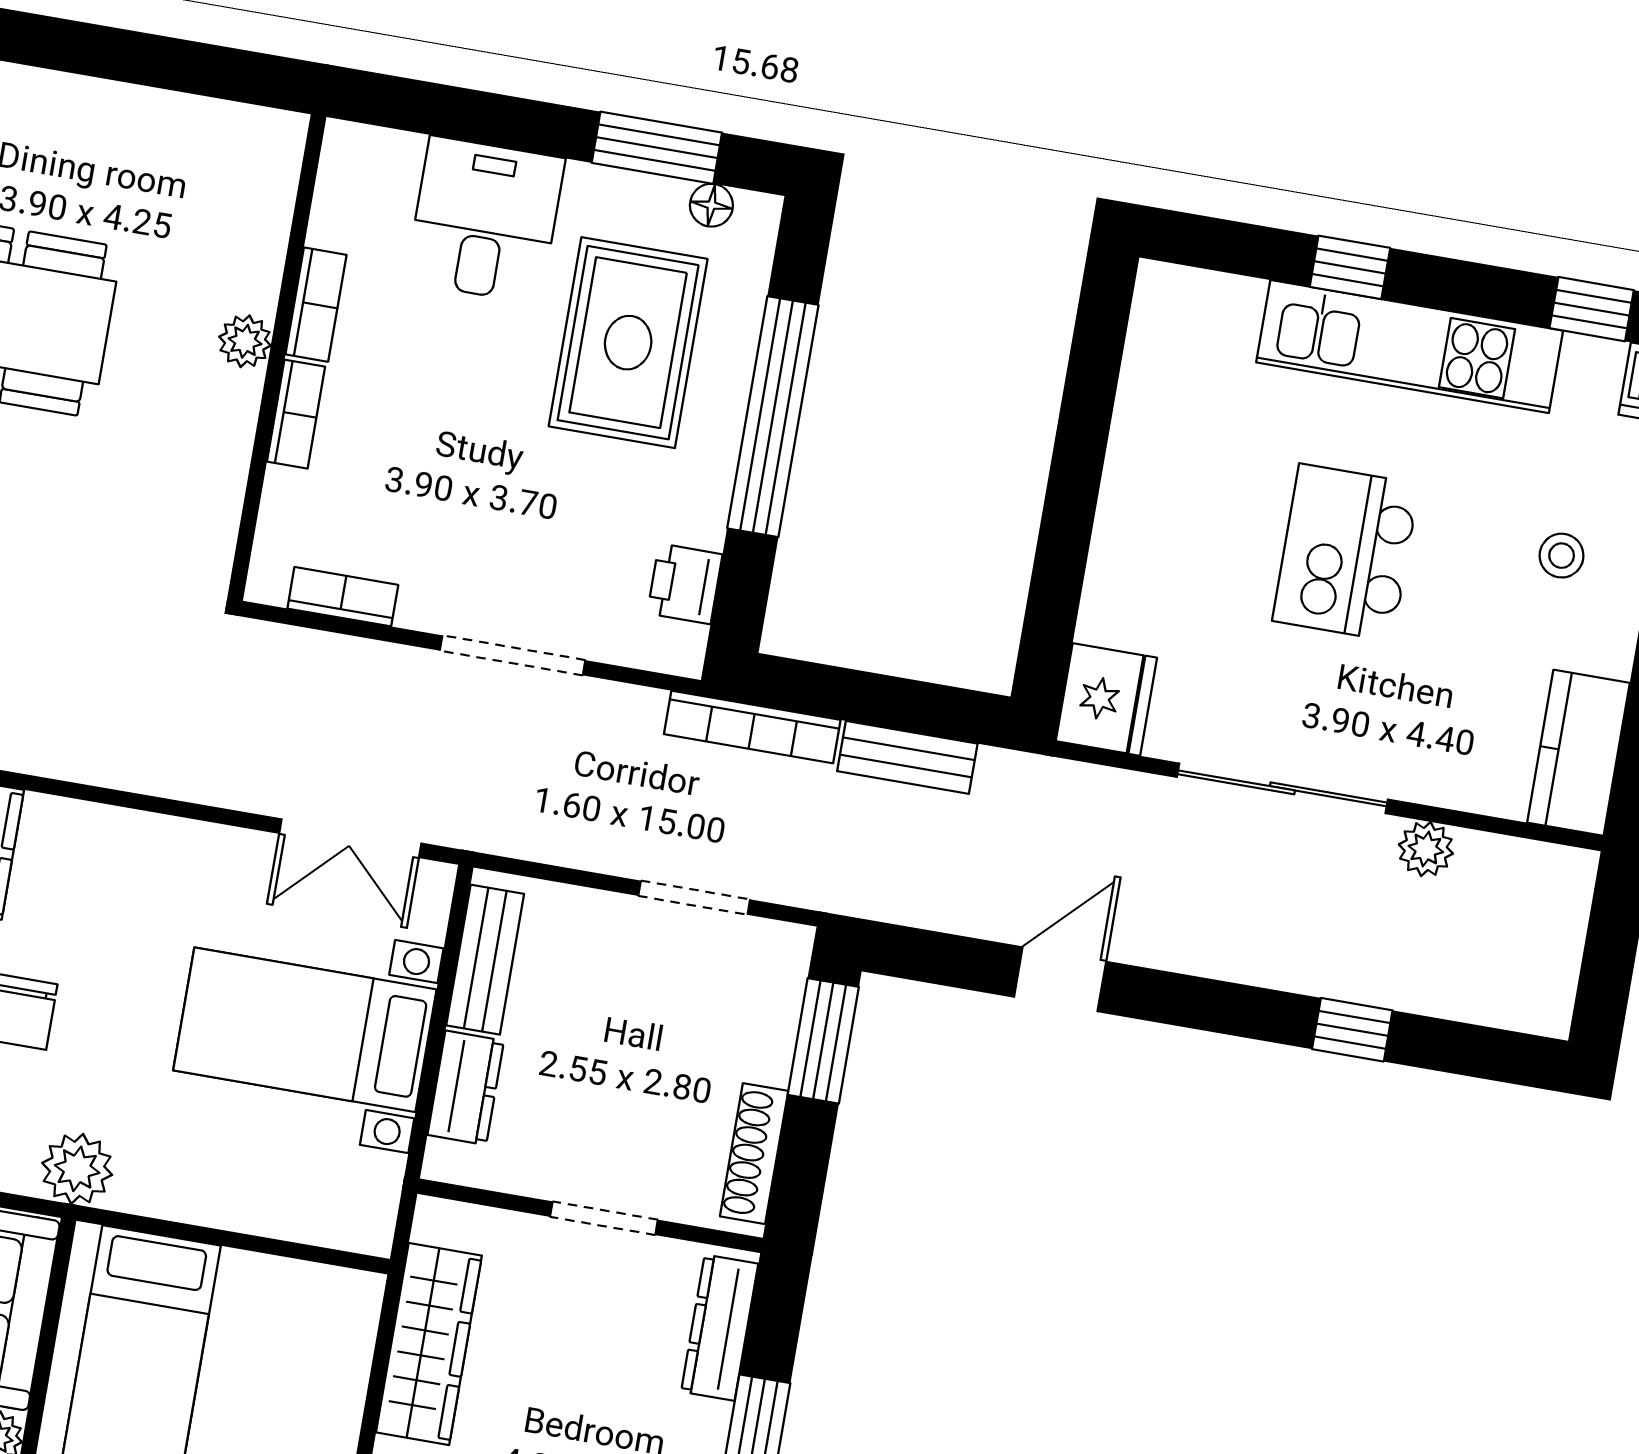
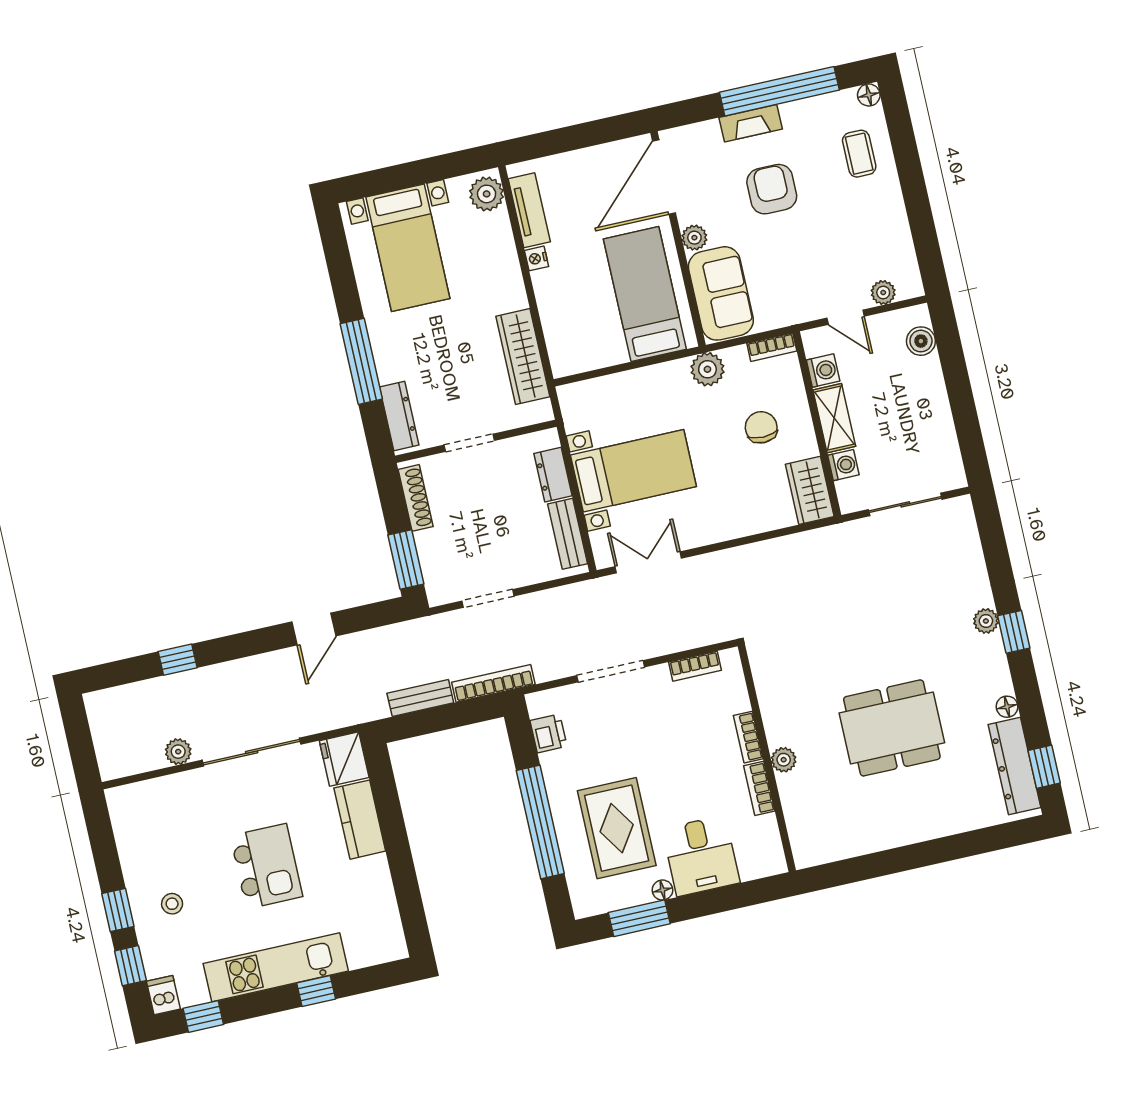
floor lamp: (711, 205) -> (662, 890), moved
kitchen counter: (1578, 753) -> (360, 820), moved, turned 180

